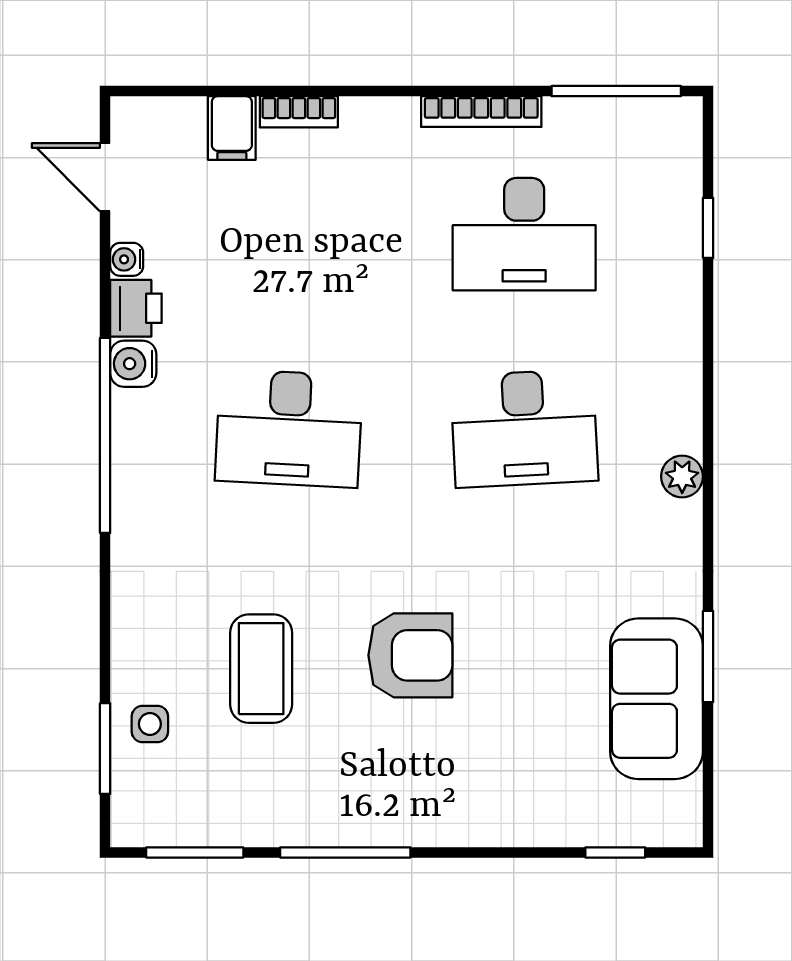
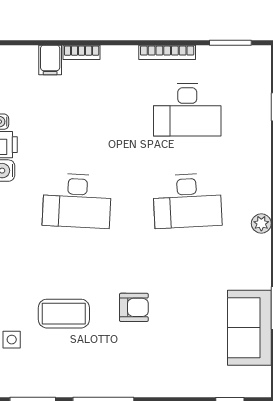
window: (616, 91) -> (230, 43), width x0.69
armchair: (410, 655) -> (134, 307), width x0.72, depth x0.72
coffee table: (261, 669) -> (64, 314), turned 90

